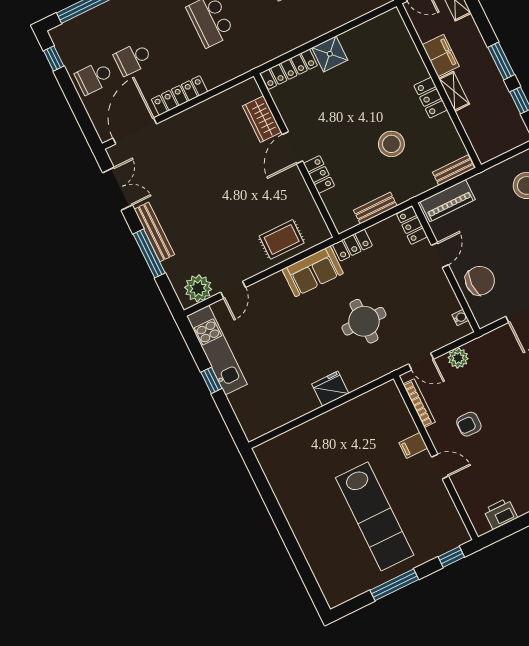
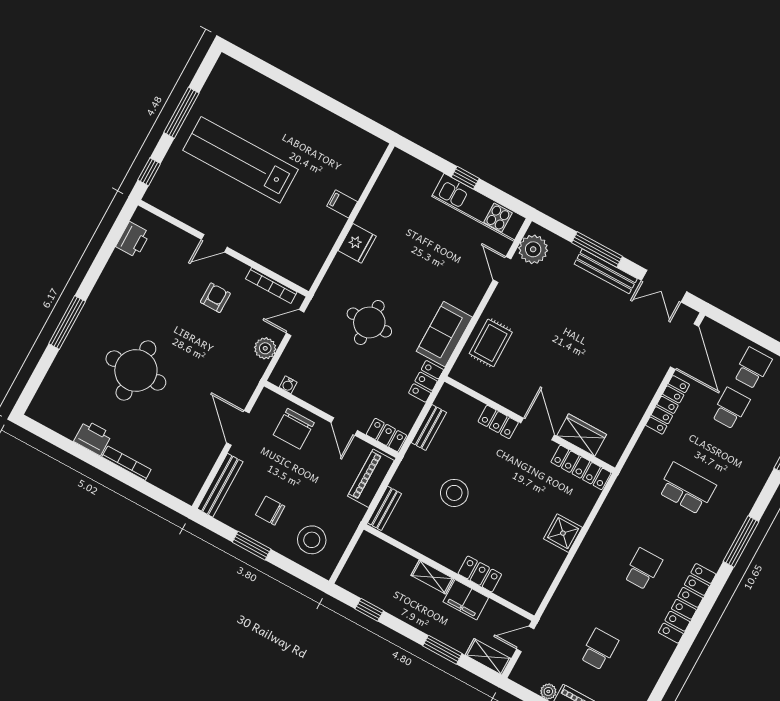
window: (501, 61) -> (442, 650), moved
locker: (289, 69) -> (581, 467), moved, turned -90
locker: (431, 98) -> (480, 574), moved
filing cabinet: (413, 445) -> (342, 204), moved, turned -90

